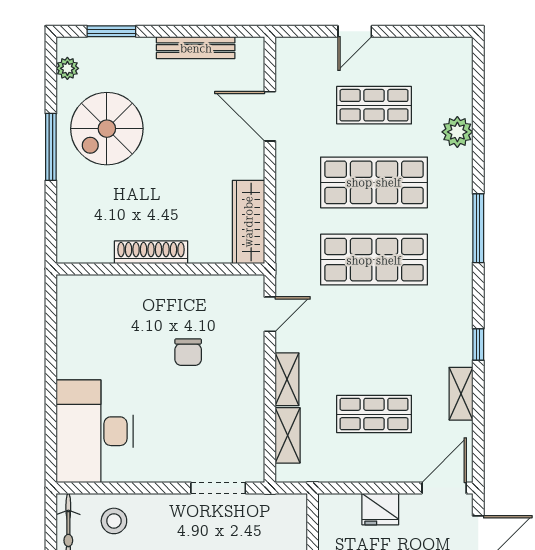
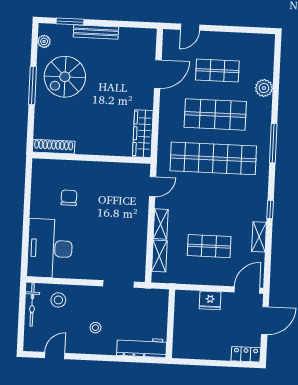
door: (355, 31) -> (190, 27), moved
bench: (196, 48) -> (96, 32), moved
door: (270, 116) -> (158, 74), swing flipped
shoe rack: (151, 252) -> (54, 147), moved
shop shelf: (374, 260) -> (213, 158), width x1.40
chair: (188, 352) -> (69, 198), moved, turned 180

